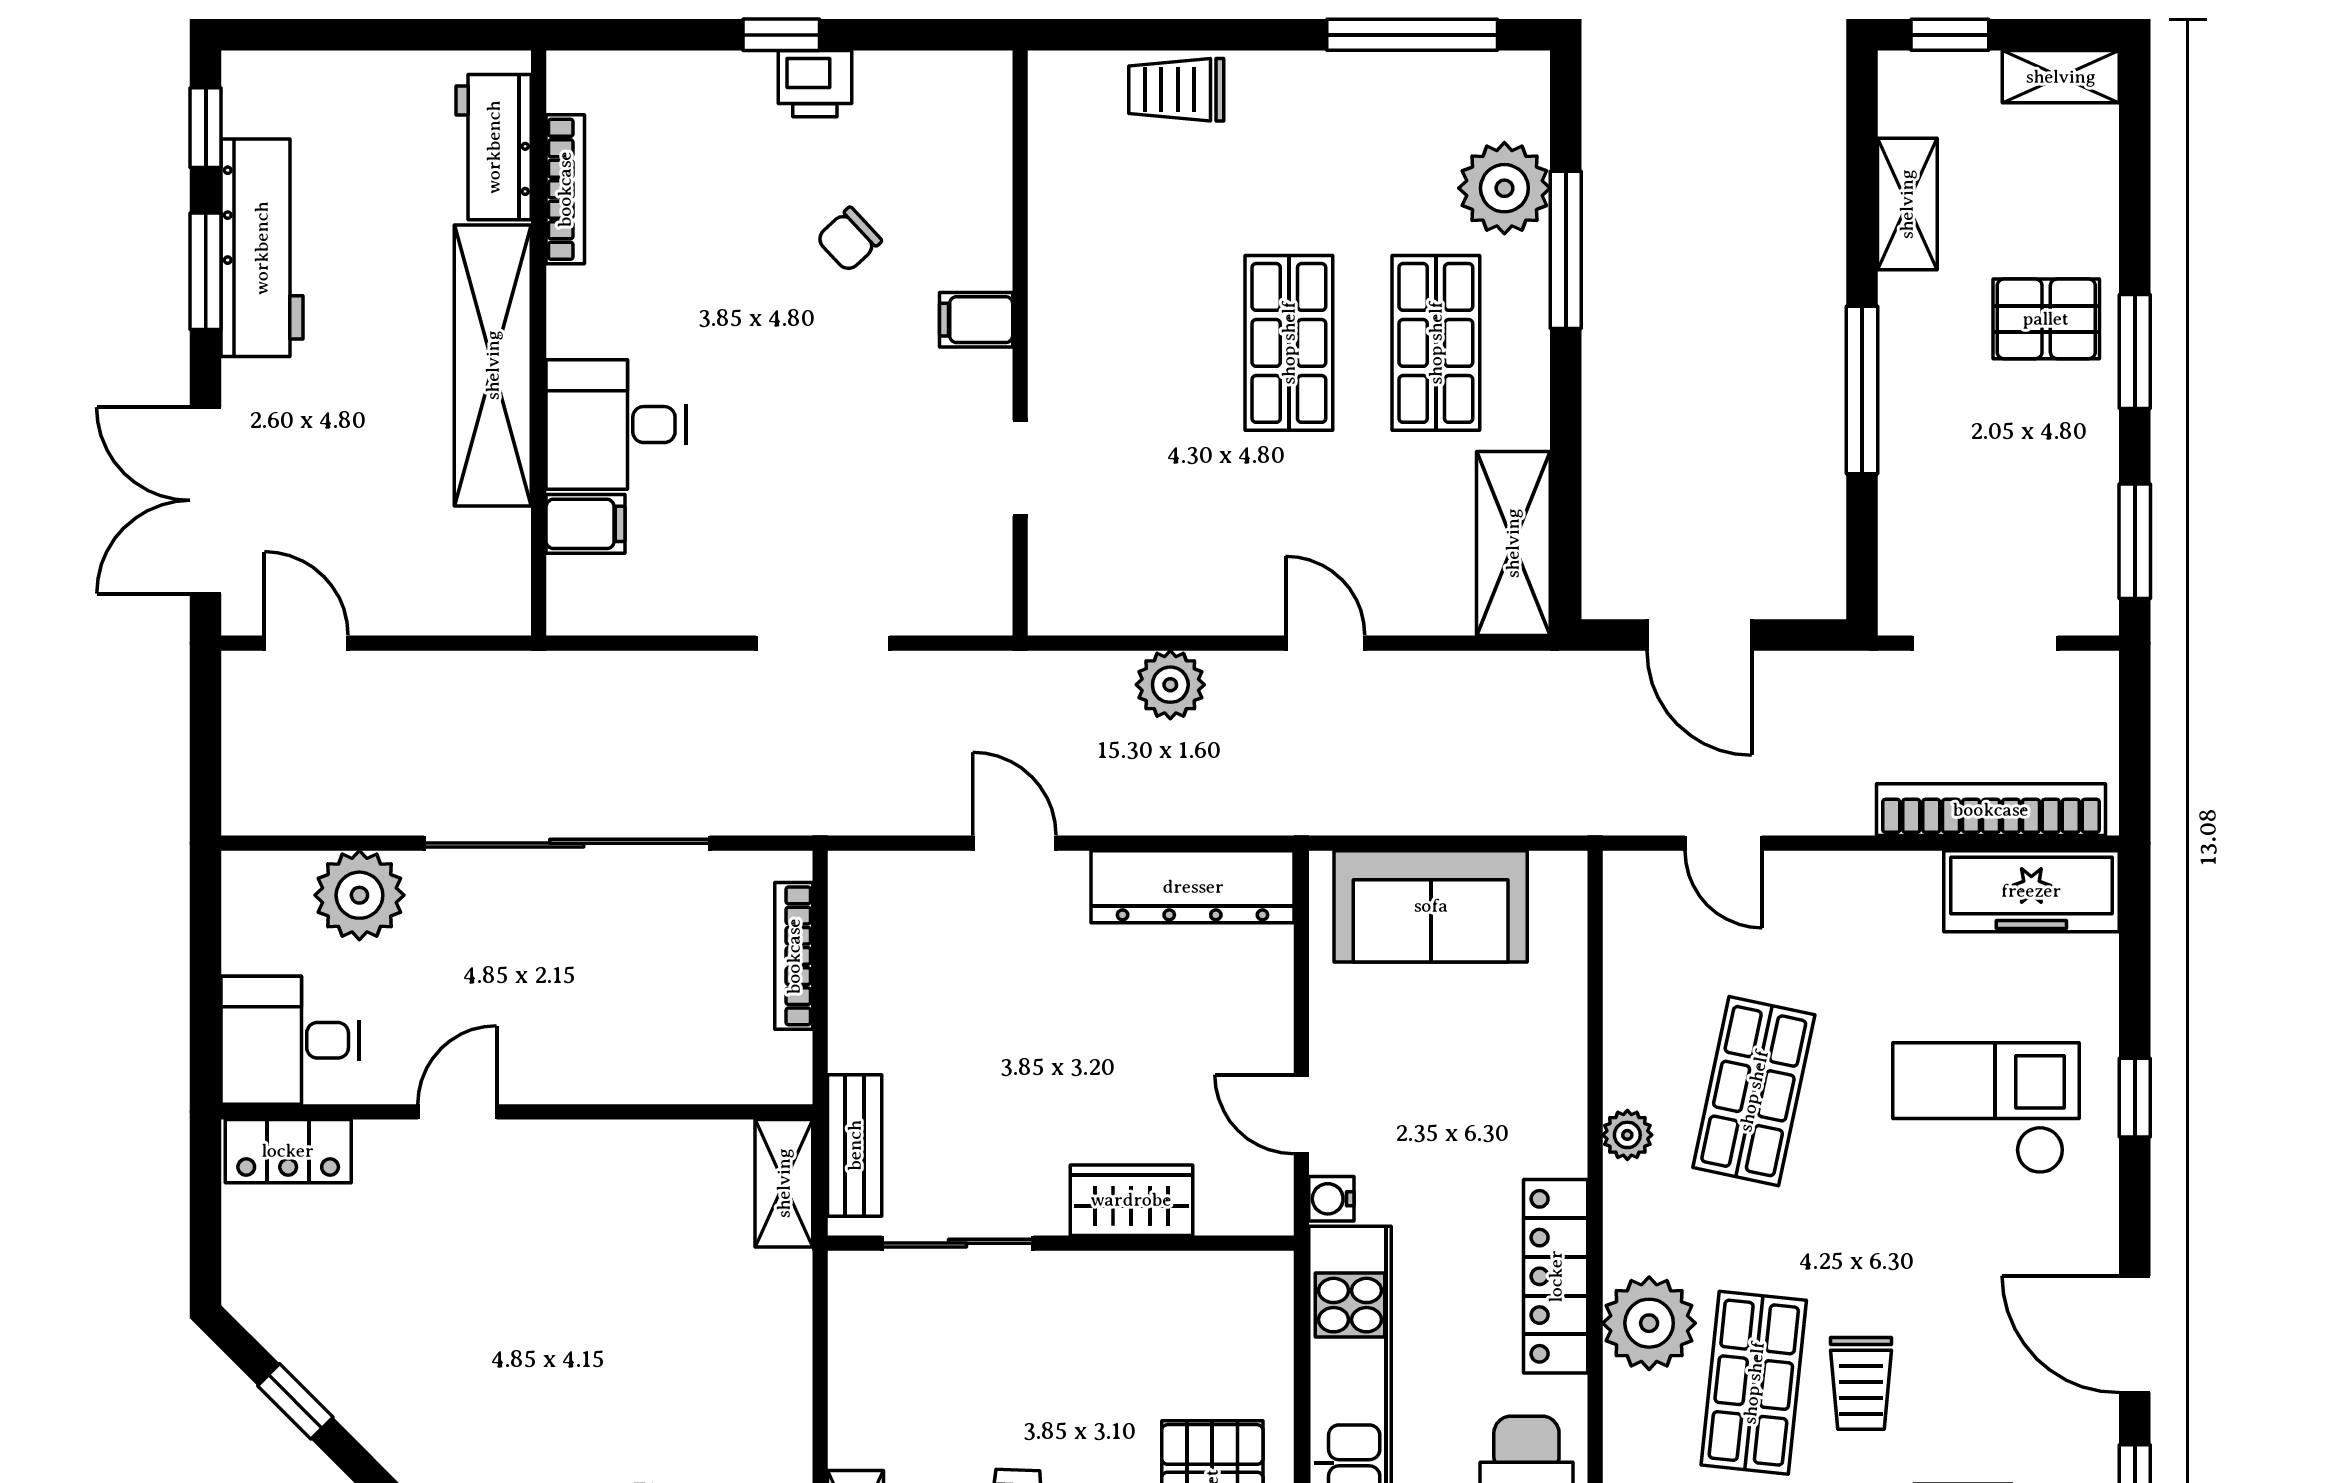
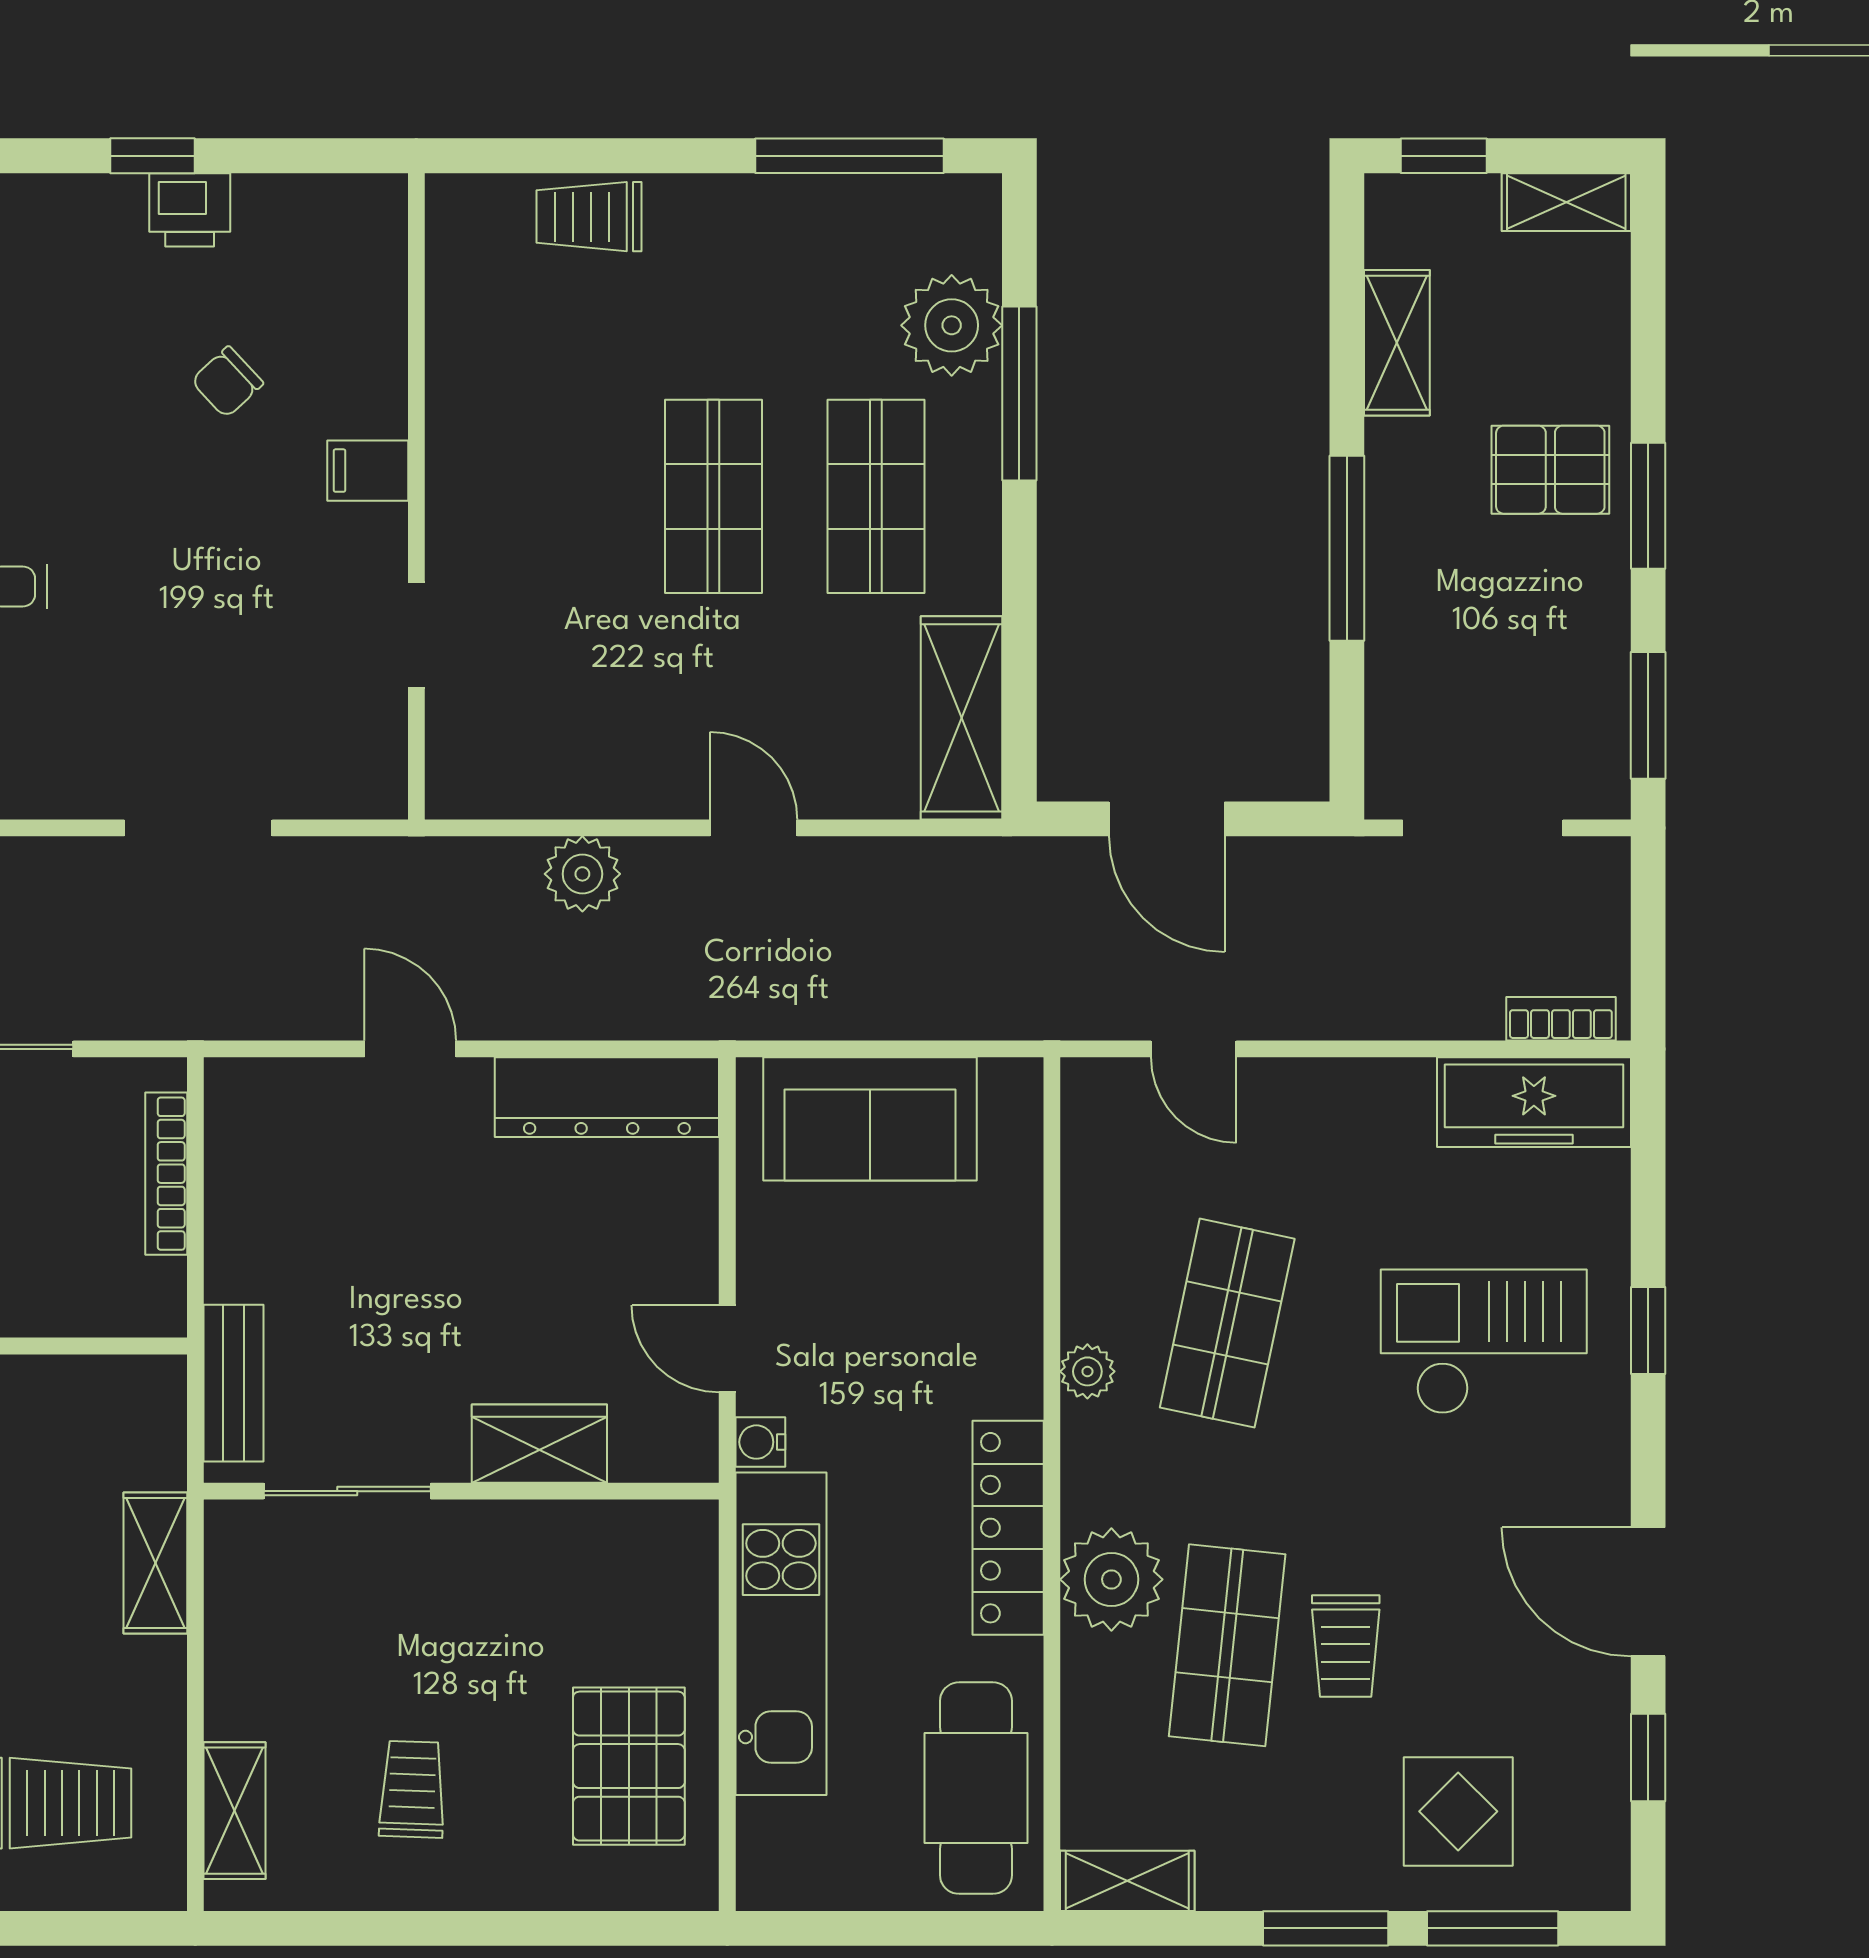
bookcase: (1991, 810) -> (1561, 1019), width x0.43, depth x0.76
shelving: (784, 1183) -> (155, 1563), moved

